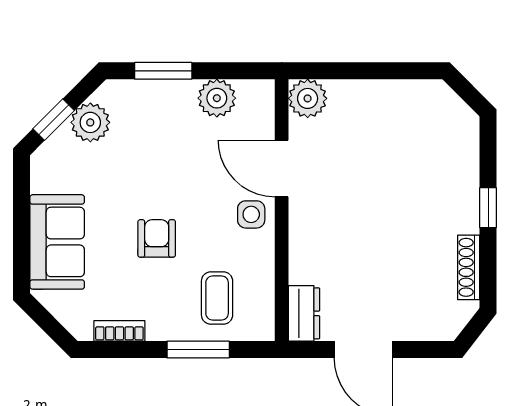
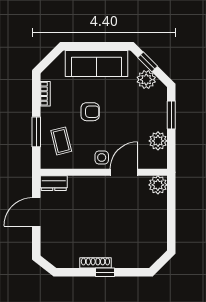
sofa: (57, 242) -> (97, 64), width x1.36
shoe rack: (469, 267) -> (95, 263), moved
coffee table: (217, 298) -> (61, 141), turned 76

